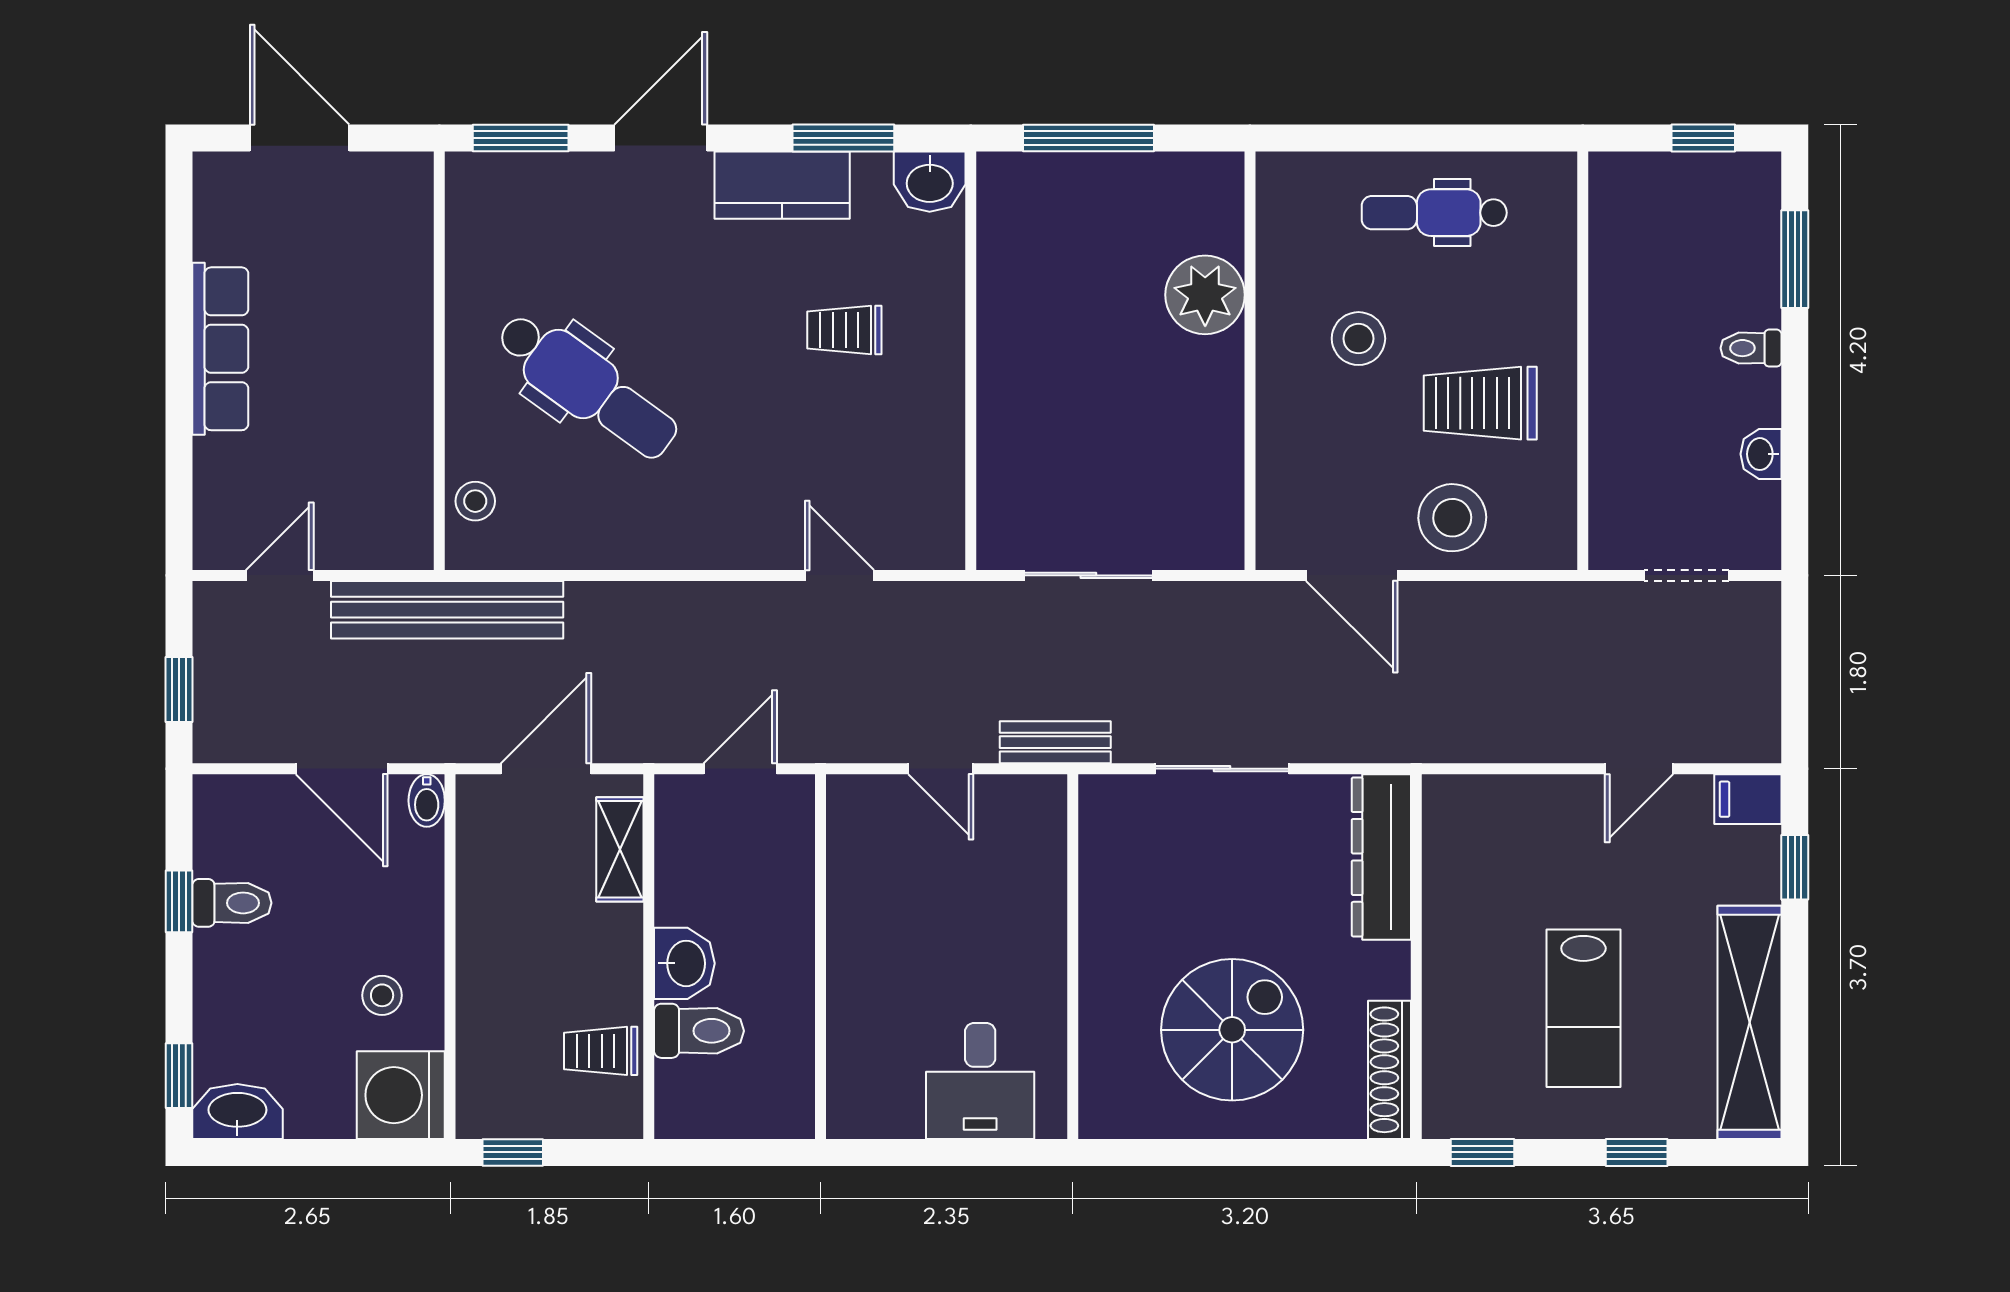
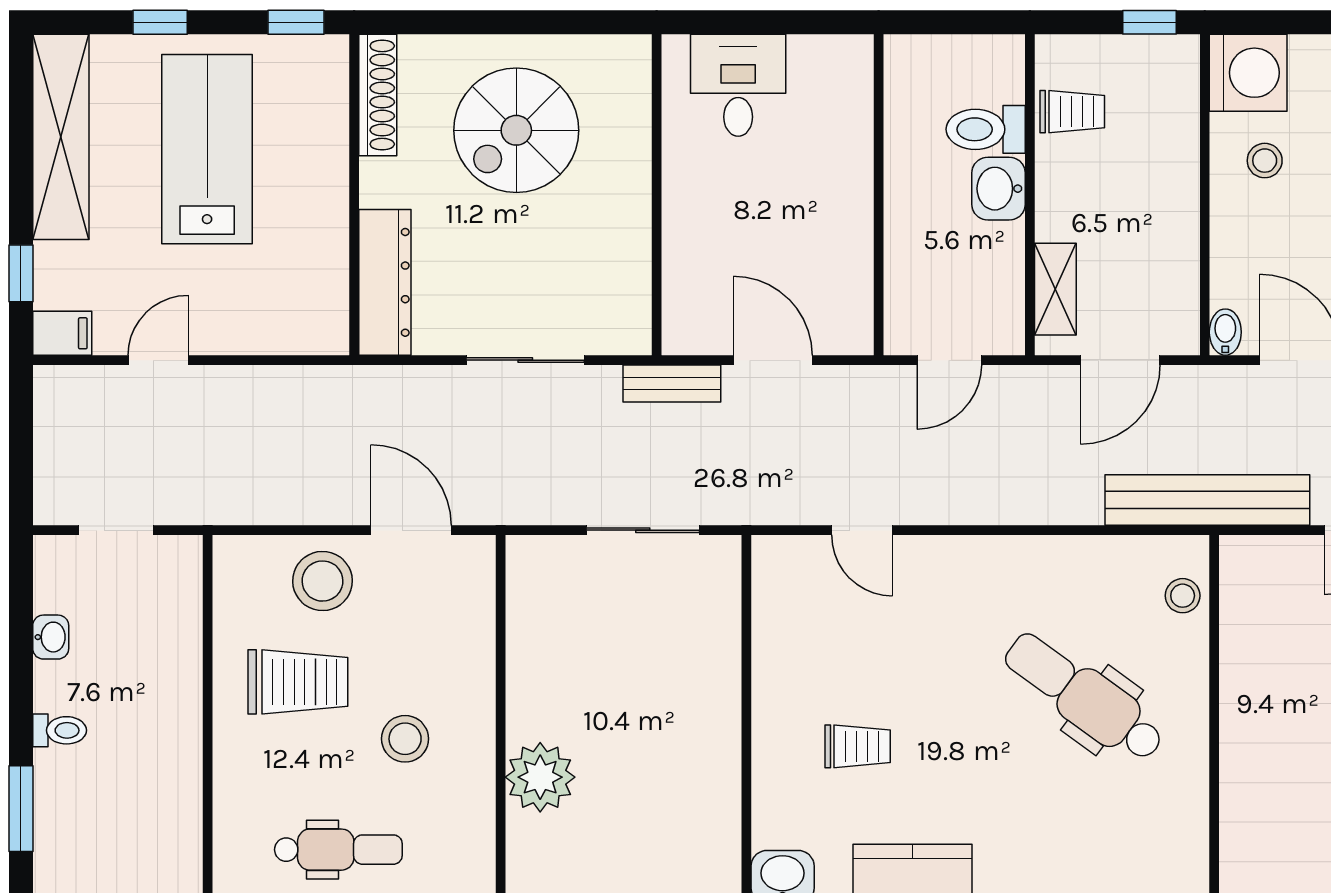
door: (941, 769) -> (773, 360), width x1.38
lab bench: (1583, 1008) -> (207, 149), width x1.36, depth x1.39

